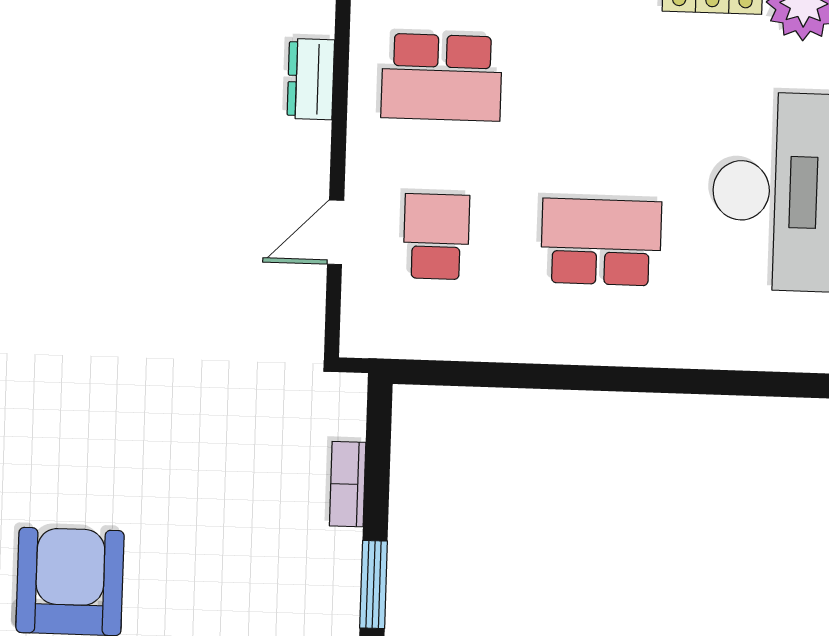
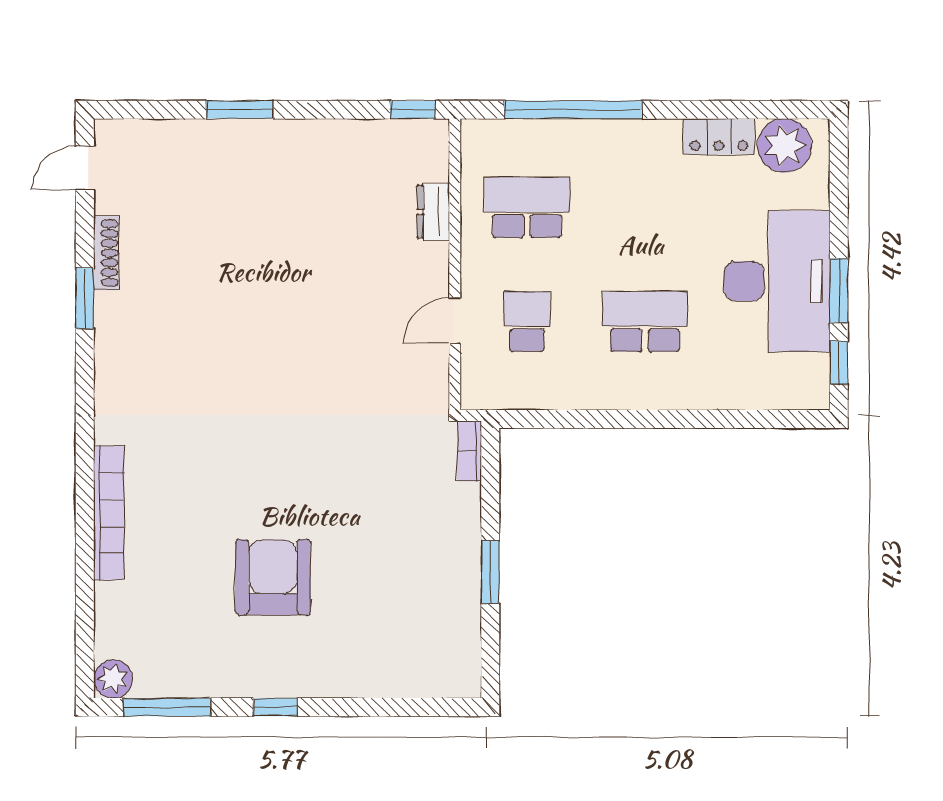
school desk: (442, 77) -> (527, 207), turned 180
bookcase: (348, 484) -> (469, 451), moved

